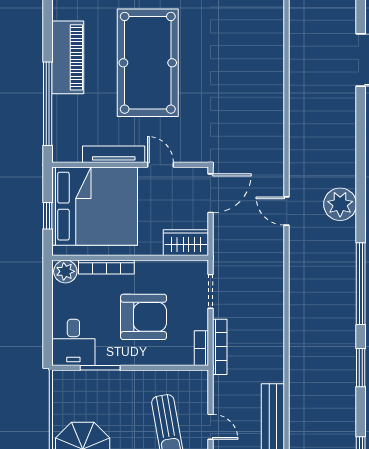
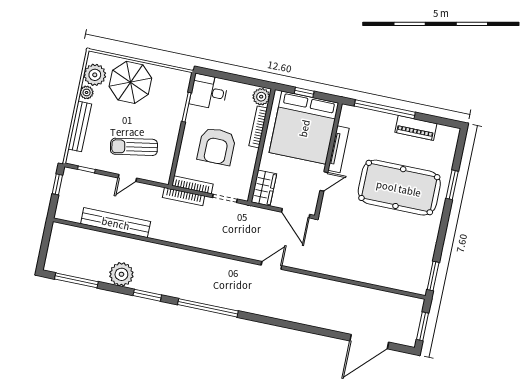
piano: (68, 57) -> (416, 128), width x0.73, depth x0.75
plant: (340, 204) -> (121, 274), moved
bookcase: (201, 348) -> (192, 185), width x1.56

